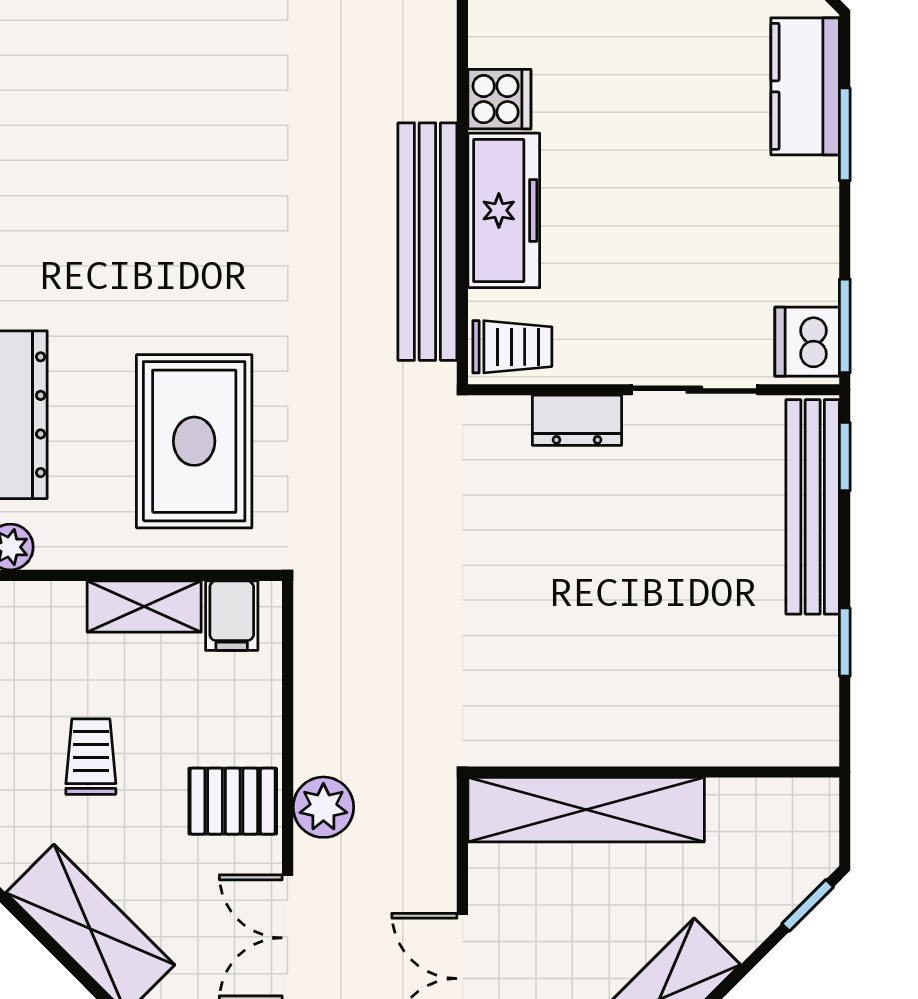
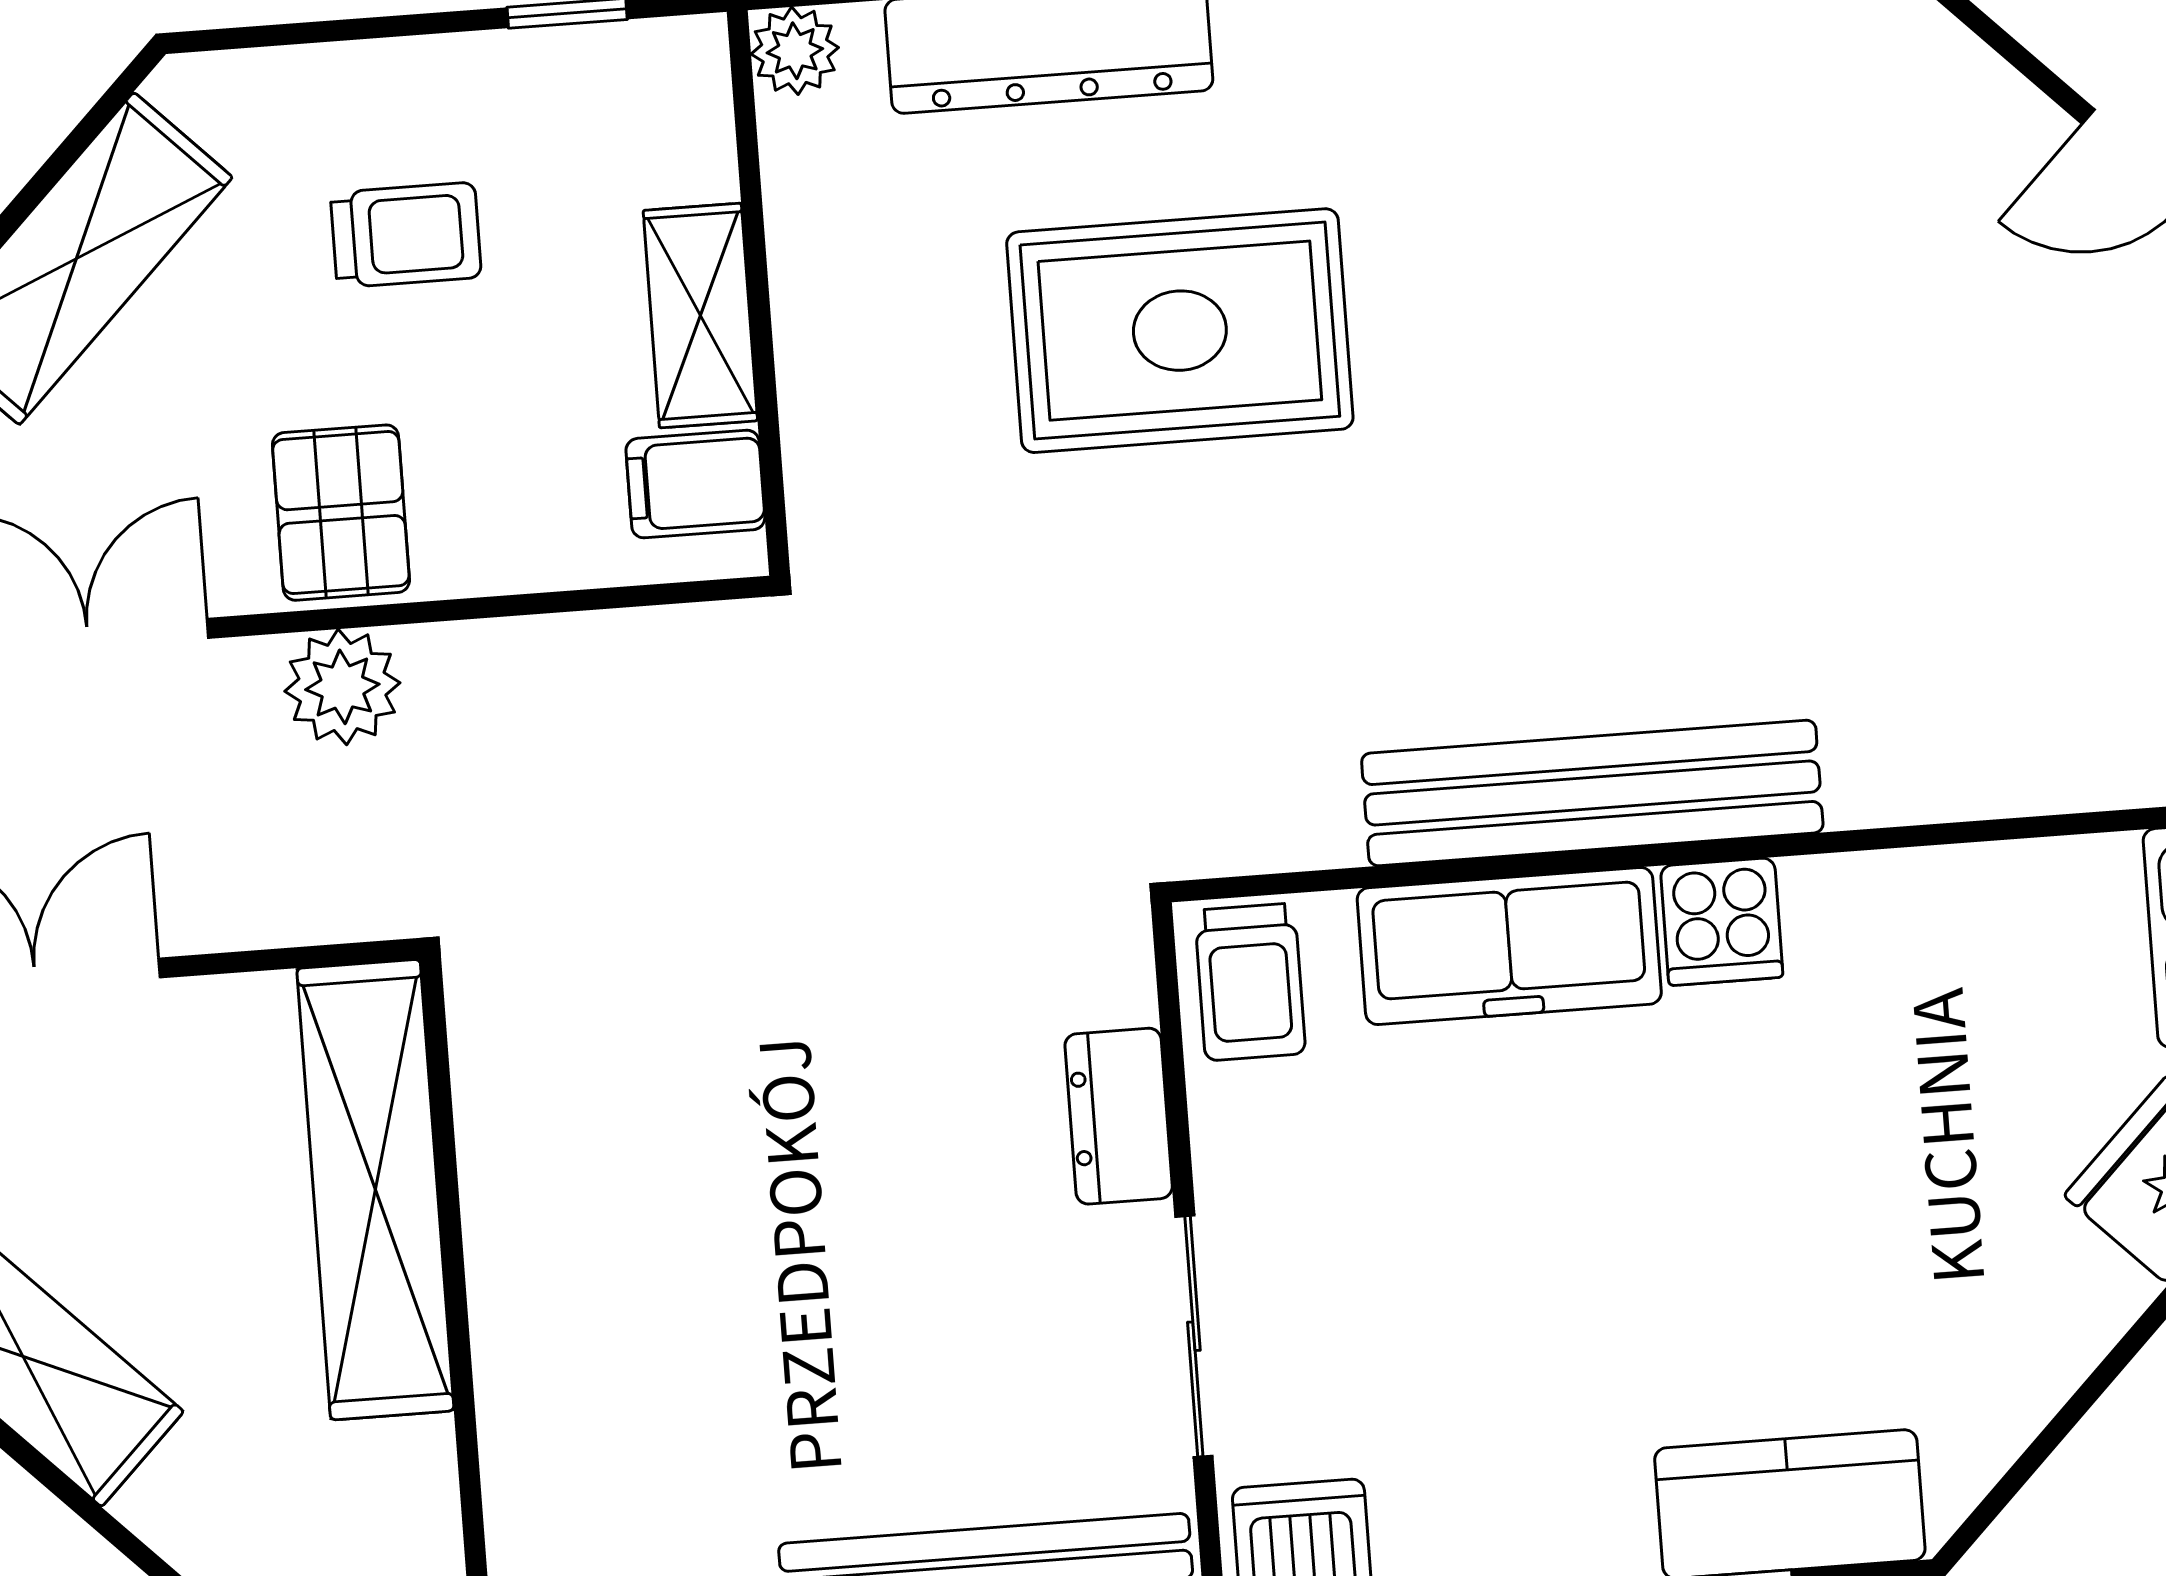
bench: (427, 242) -> (1592, 793), moved
rug: (194, 441) -> (1180, 331), moved

